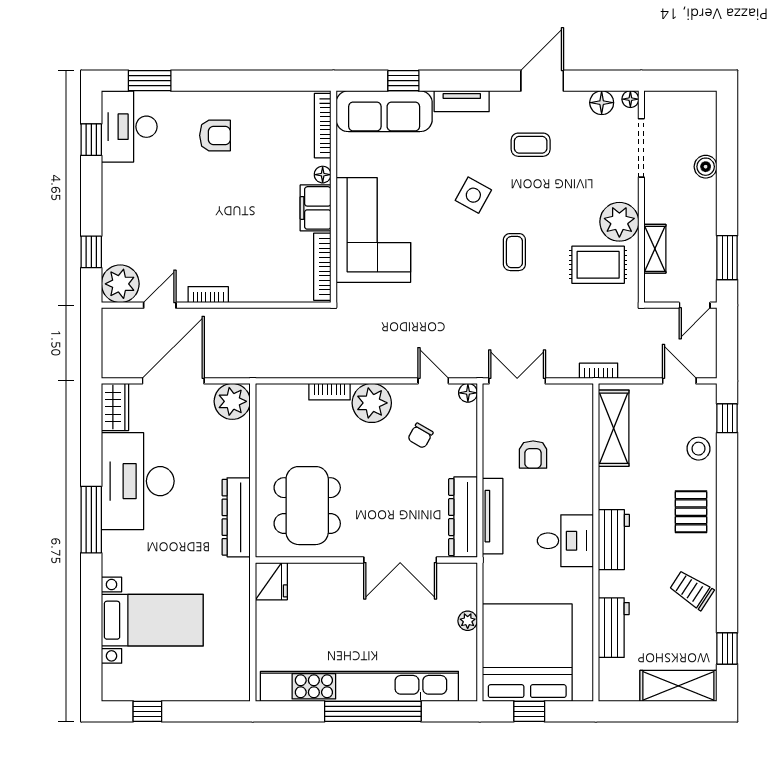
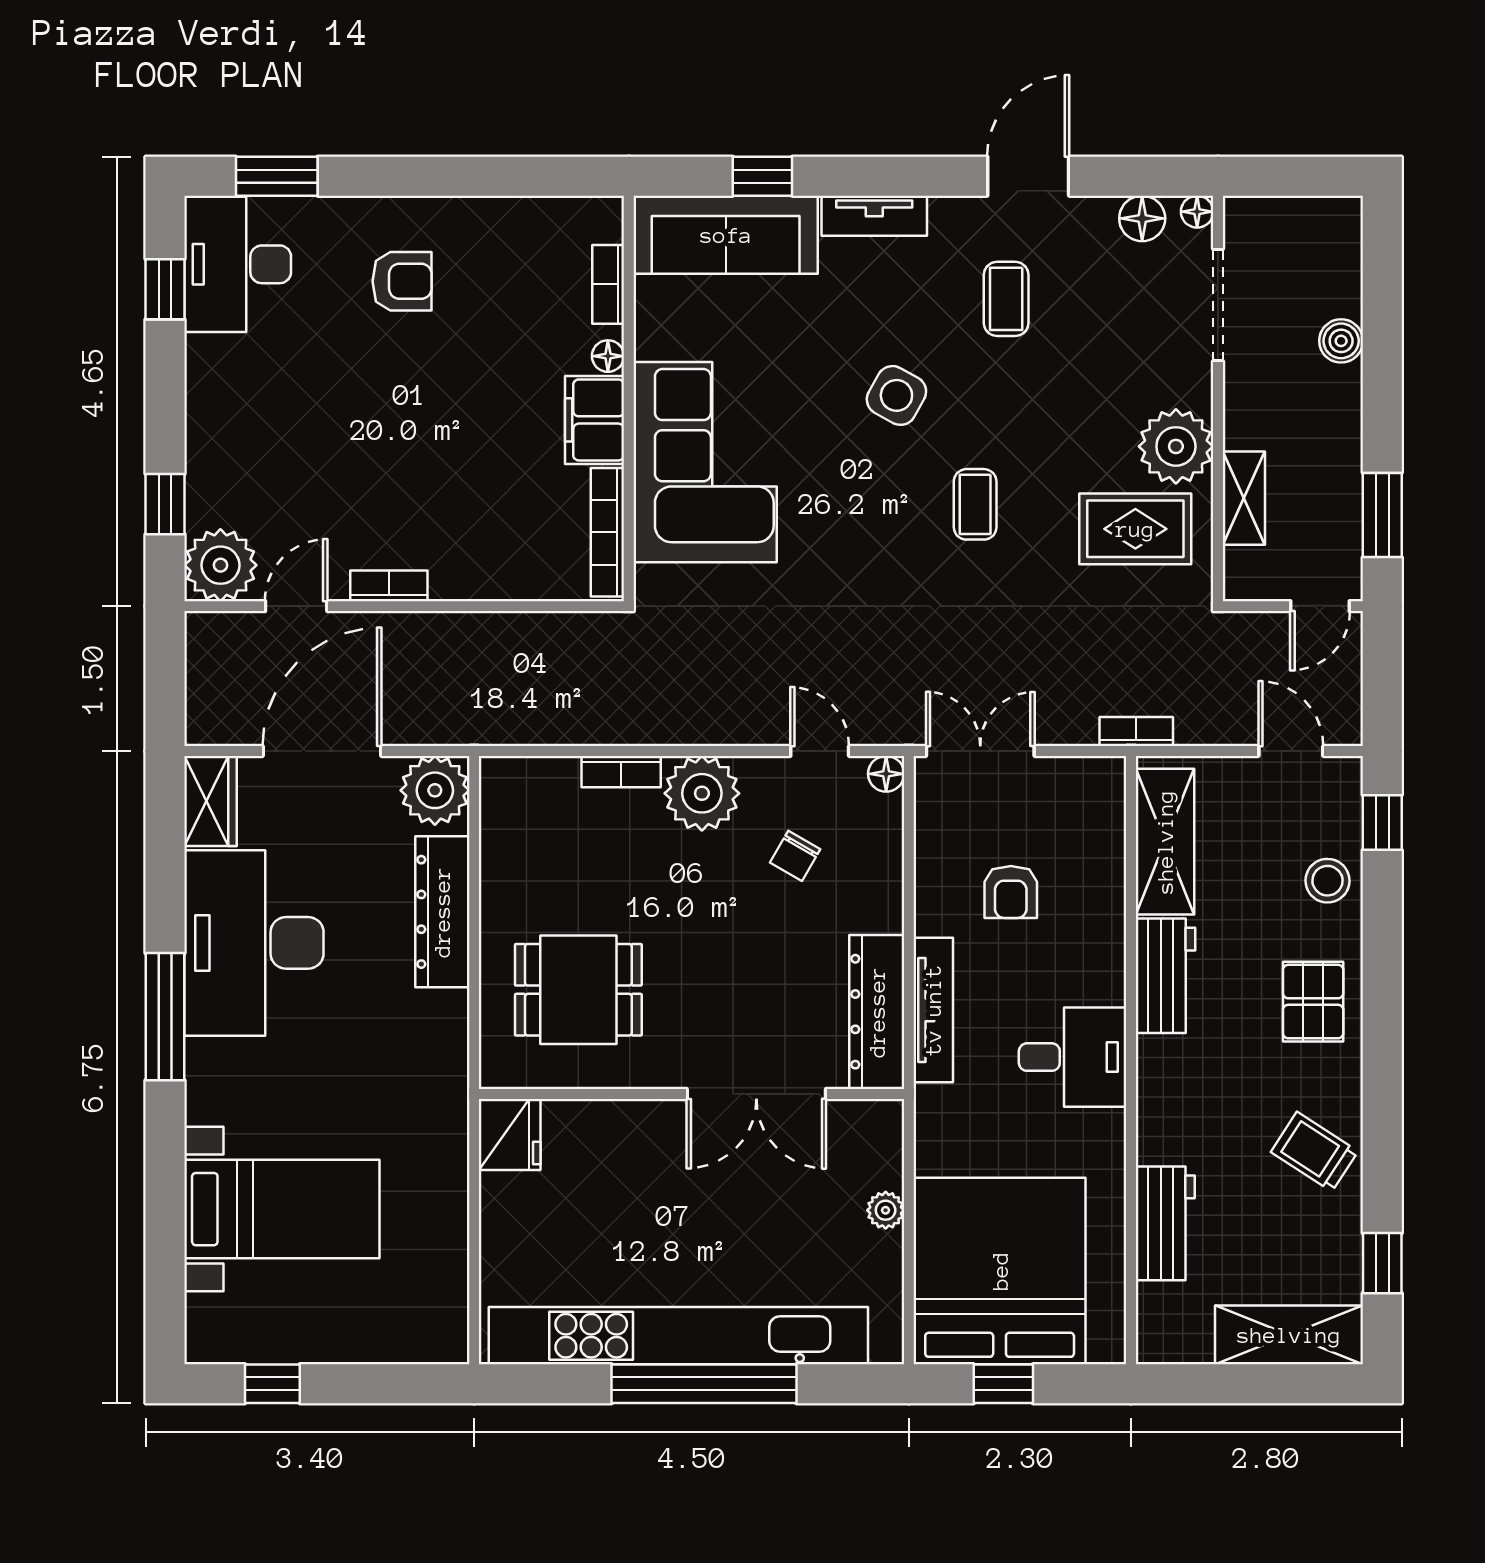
bookcase: (323, 126) -> (608, 284), width x0.64
coffee table: (531, 145) -> (1006, 299), turned 90
dining table: (307, 506) -> (578, 990), width x0.73
dresser: (236, 517) -> (442, 912), moved
workbench: (614, 540) -> (1166, 976), moved

